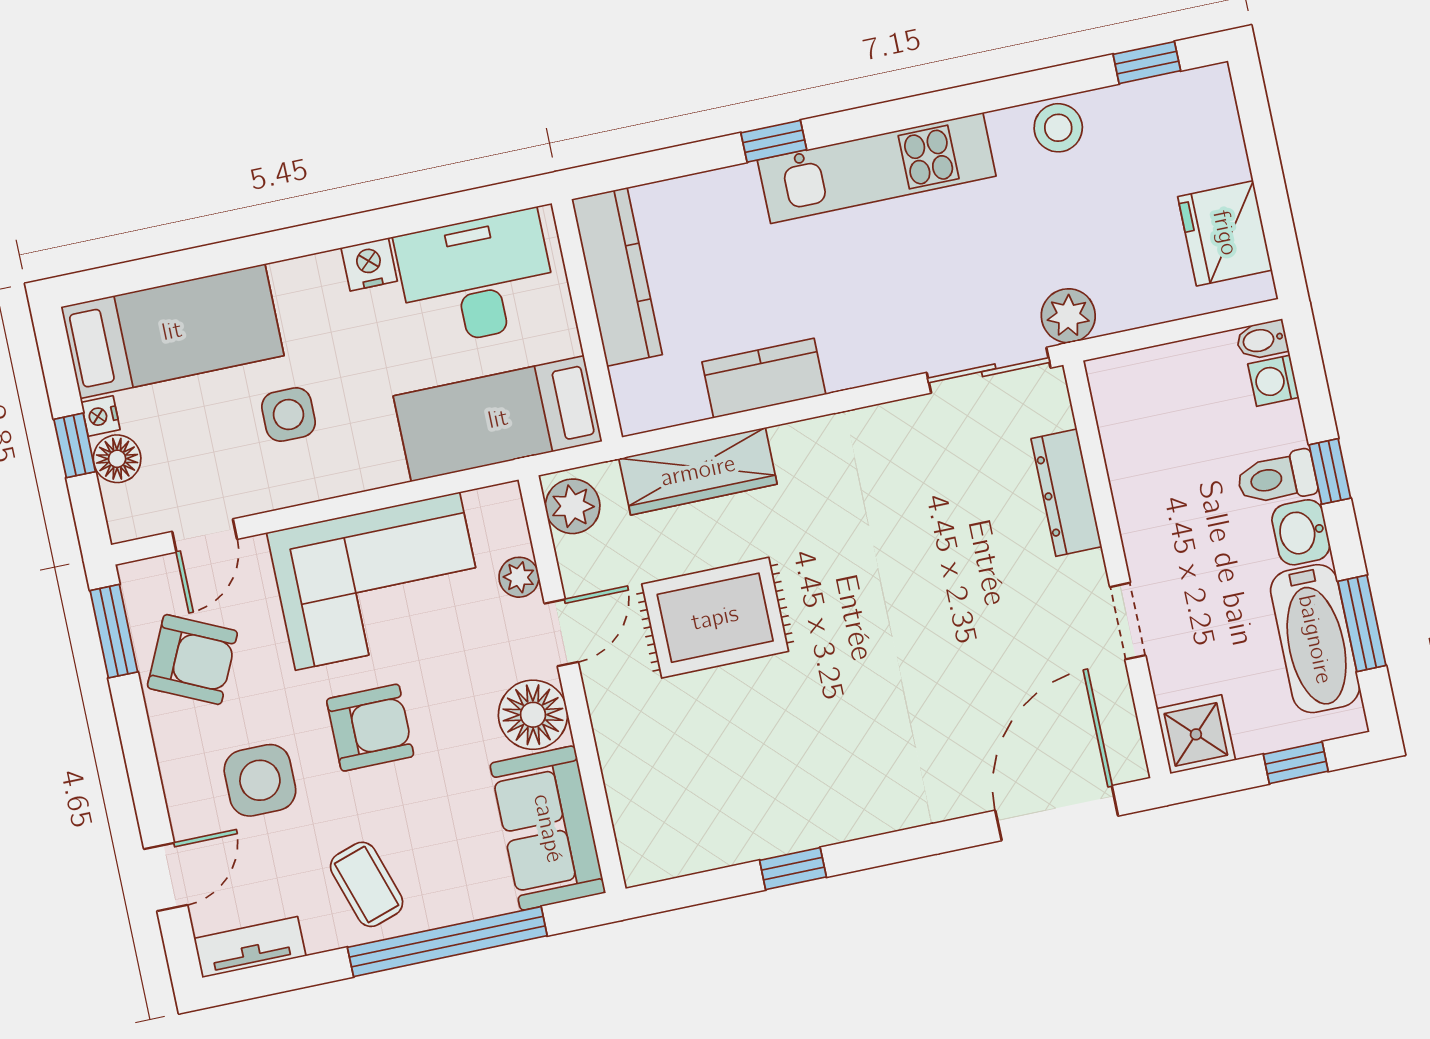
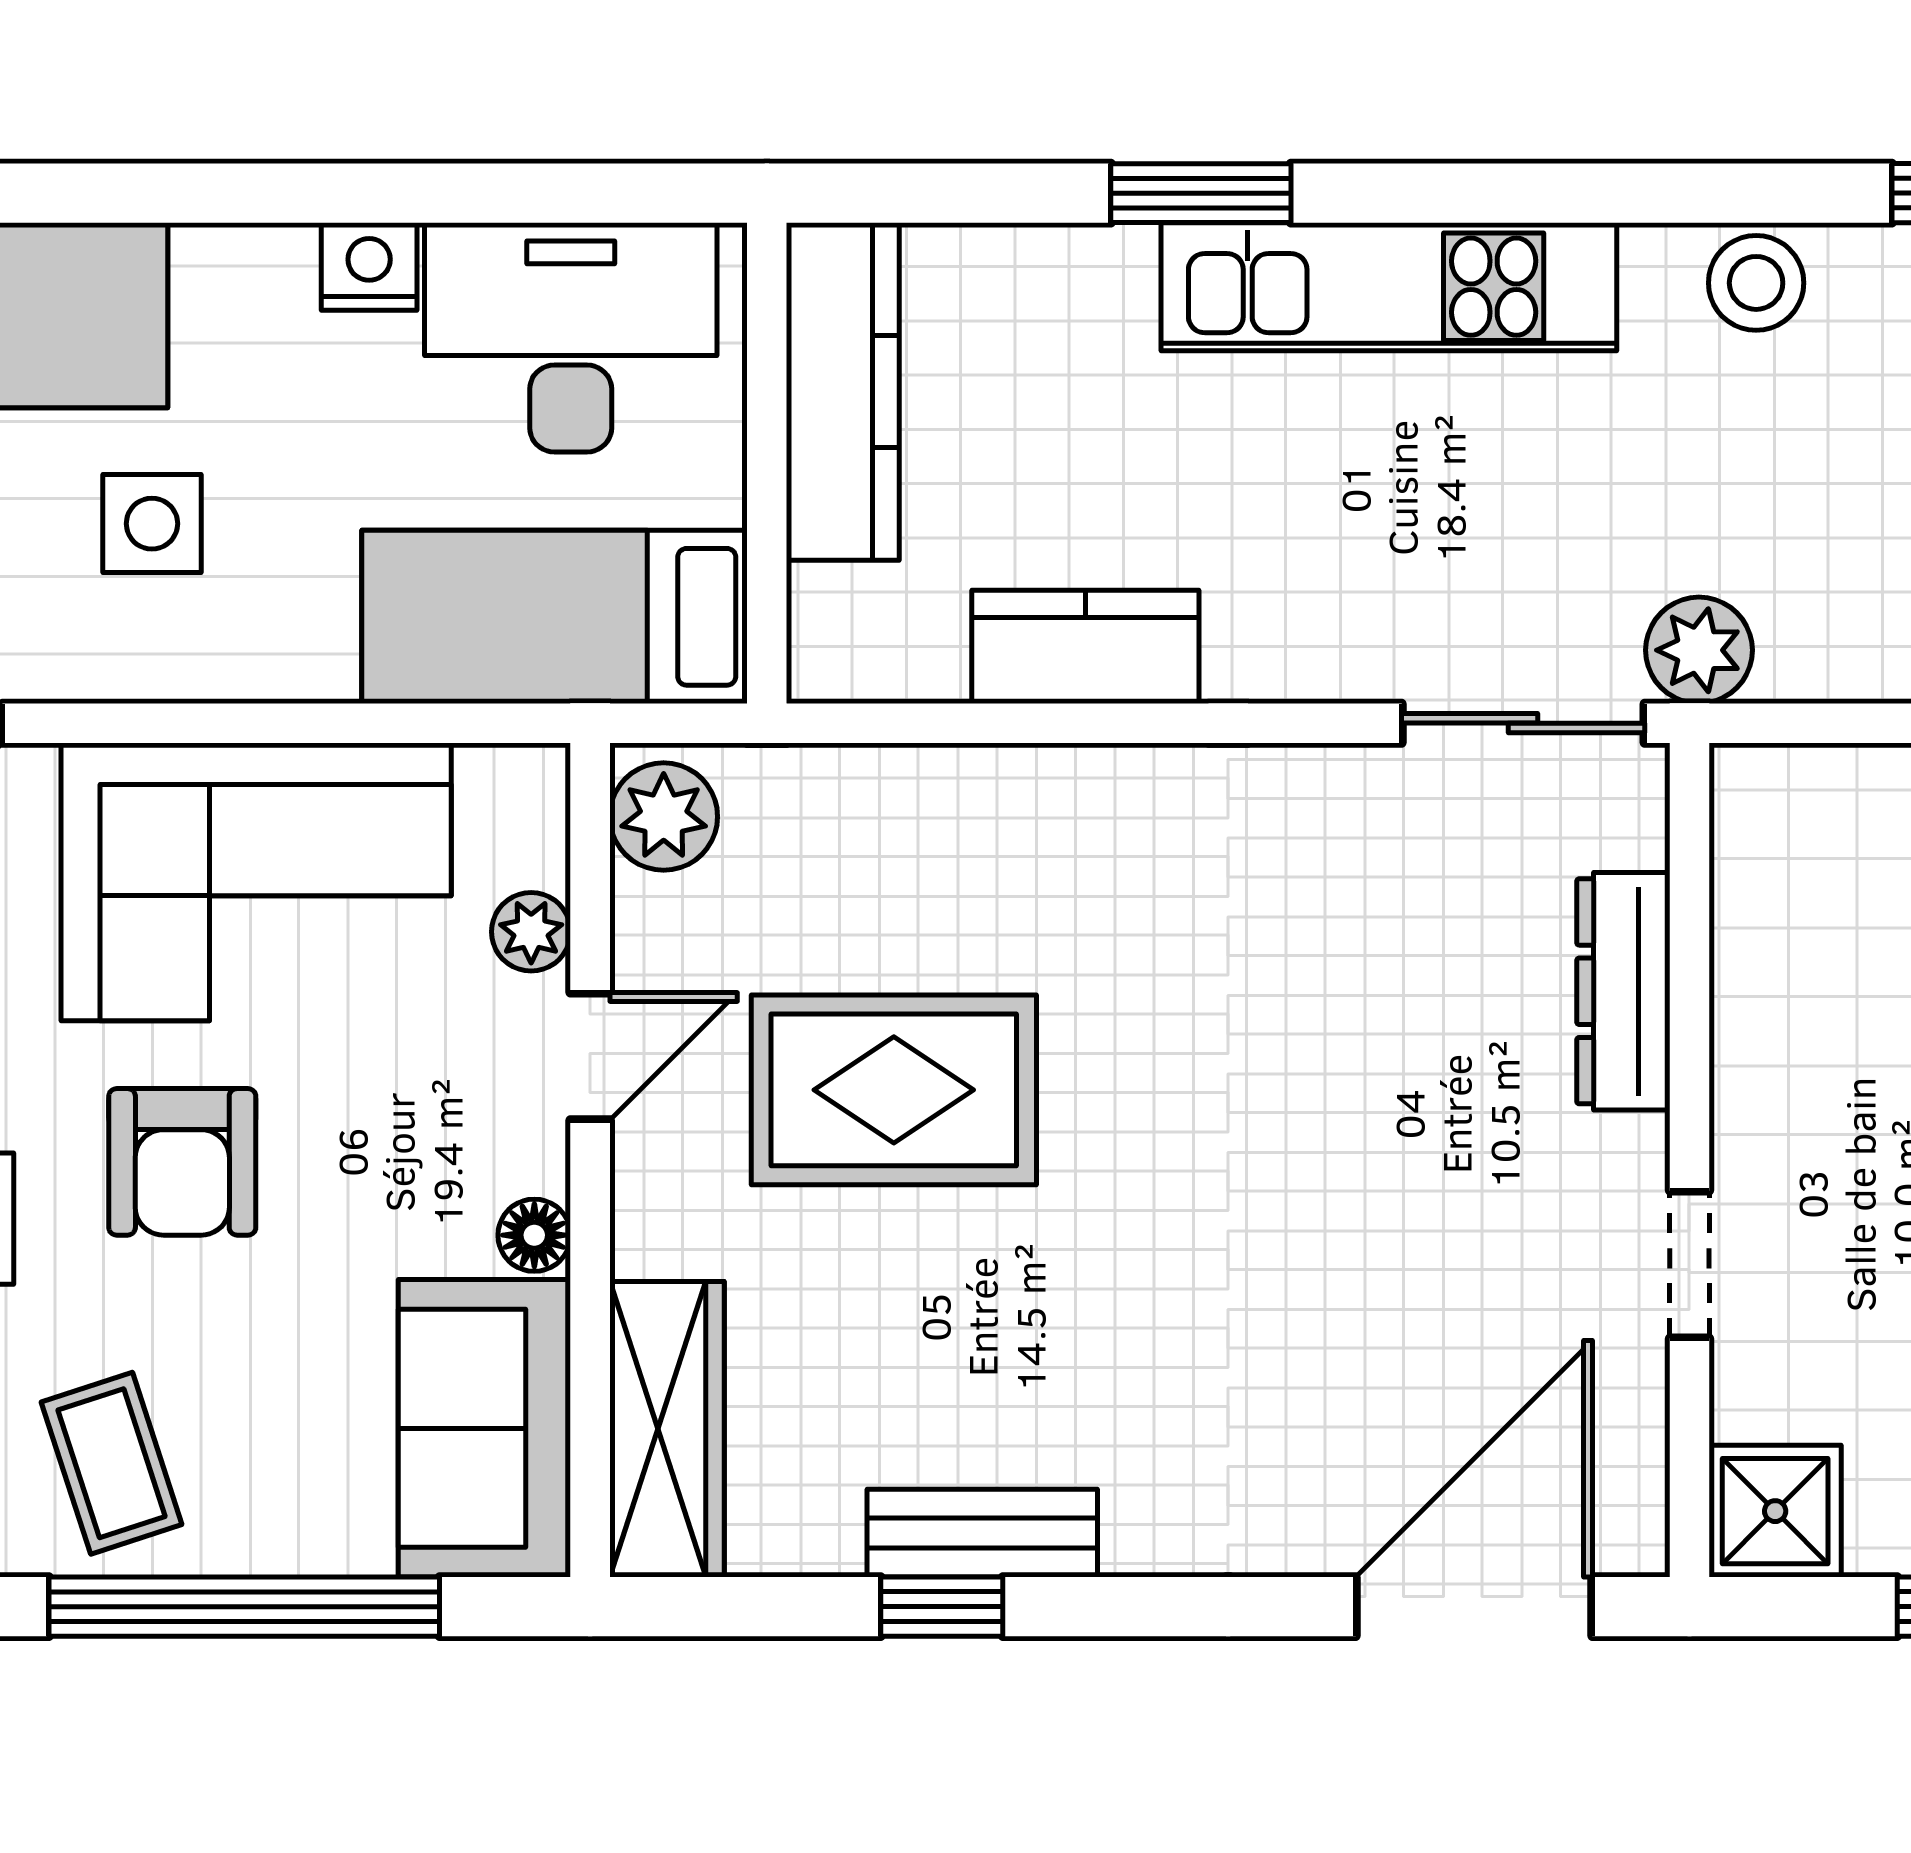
window: (774, 141) -> (1201, 193), width x1.50
wardrobe: (698, 471) -> (667, 1429), moved, turned -90
floor lamp: (533, 715) -> (534, 1235), width x0.53, depth x0.53
armchair: (370, 728) -> (182, 1162), turned 90
bench: (805, 828) -> (982, 1533), added

